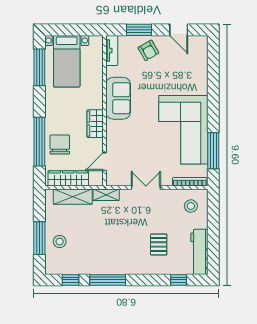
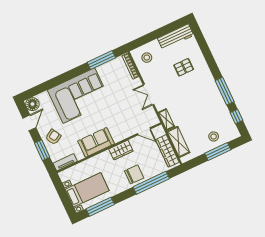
floor lamp: (199, 44) -> (32, 104), added
corner sofa: (183, 130) -> (79, 96), moved
chair: (60, 144) -> (134, 174), moved, turned 180
window: (178, 280) -> (202, 42), removed

